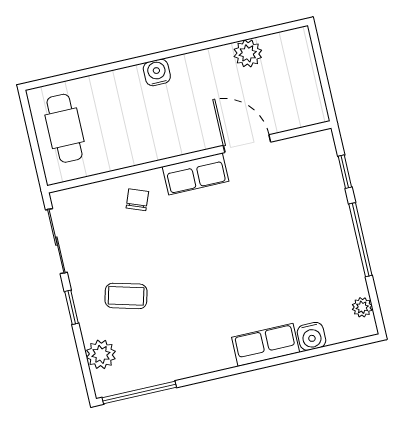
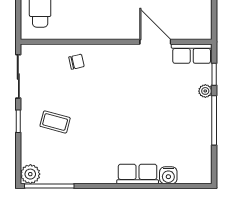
row of seats: (195, 174) -> (192, 54), moved
chair: (137, 200) -> (76, 62), turned 56
plant: (362, 307) -> (205, 91), moved
plant: (101, 354) -> (30, 174), moved

